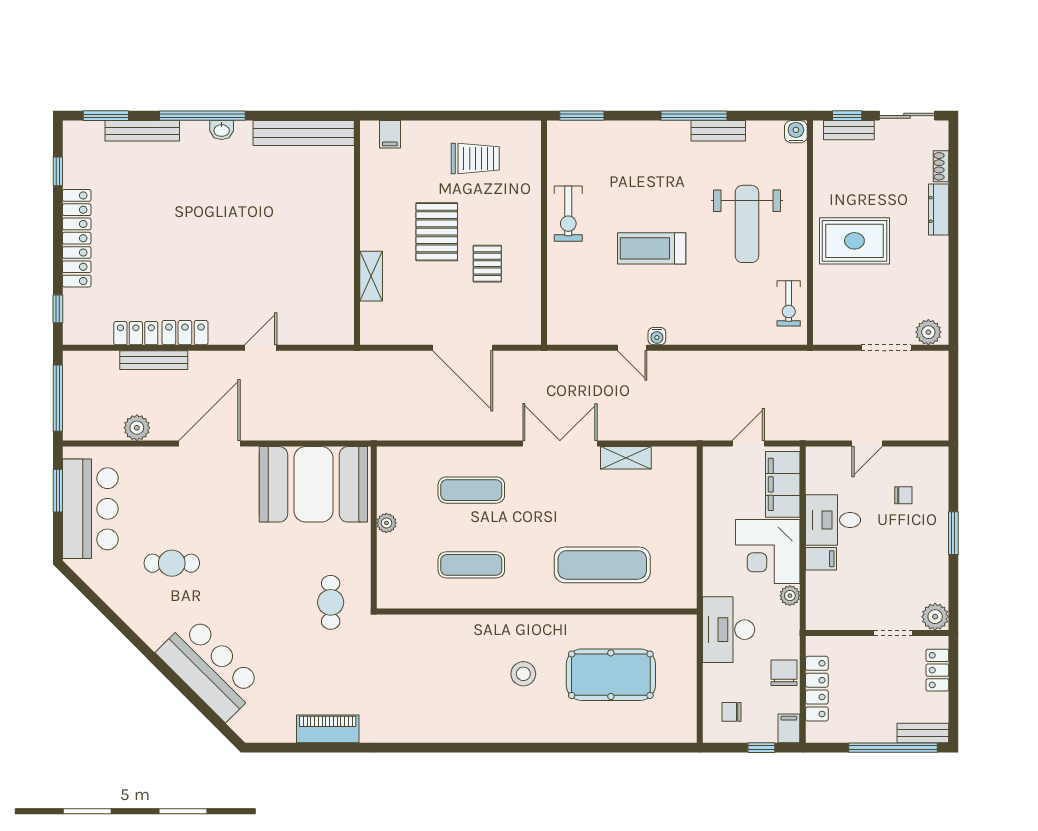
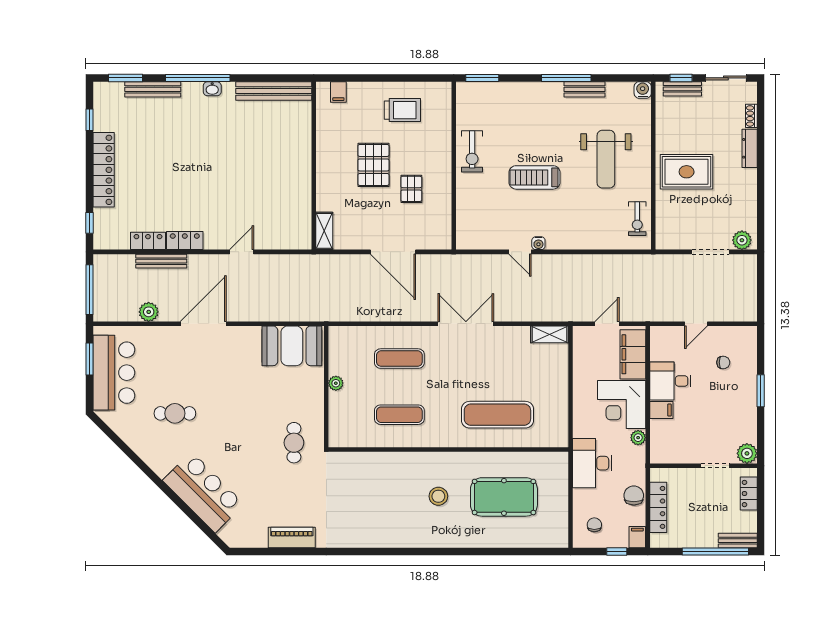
shelving: (371, 276) -> (324, 231), moved
shelving: (626, 458) -> (550, 334), moved
booth: (313, 484) -> (292, 346), width x0.73, depth x0.70
chair: (731, 712) -> (594, 525), turned 90

